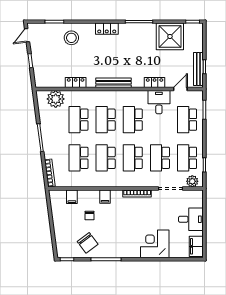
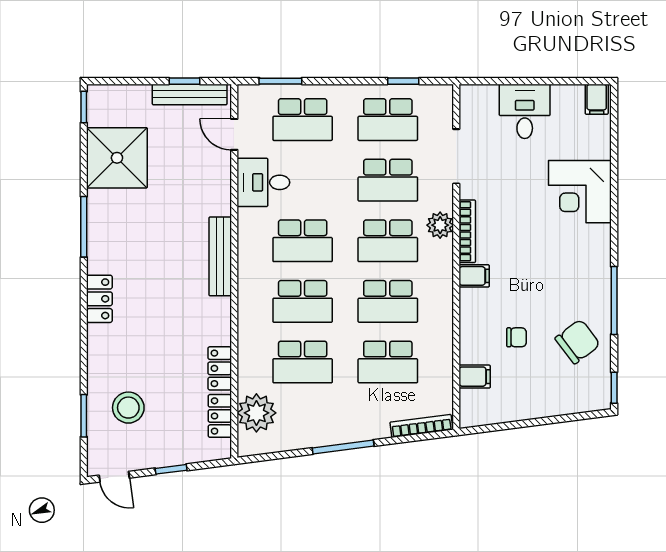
stool: (71, 38) -> (128, 408), moved
bench: (113, 83) -> (220, 256), moved
locker: (155, 83) -> (220, 416), moved
plant: (192, 181) -> (440, 225), moved
filing cabinet: (105, 197) -> (474, 276), moved
filing cabinet: (196, 246) -> (597, 99), width x0.50

